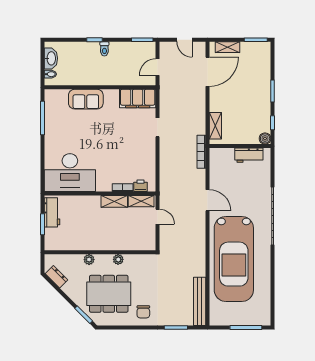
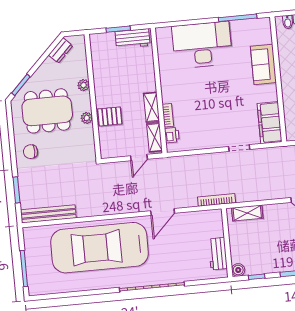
desk: (70, 173) -> (202, 45), moved, turned 90
pallet: (119, 239) -> (110, 116), added
dining table: (109, 294) -> (47, 111), turned 90

